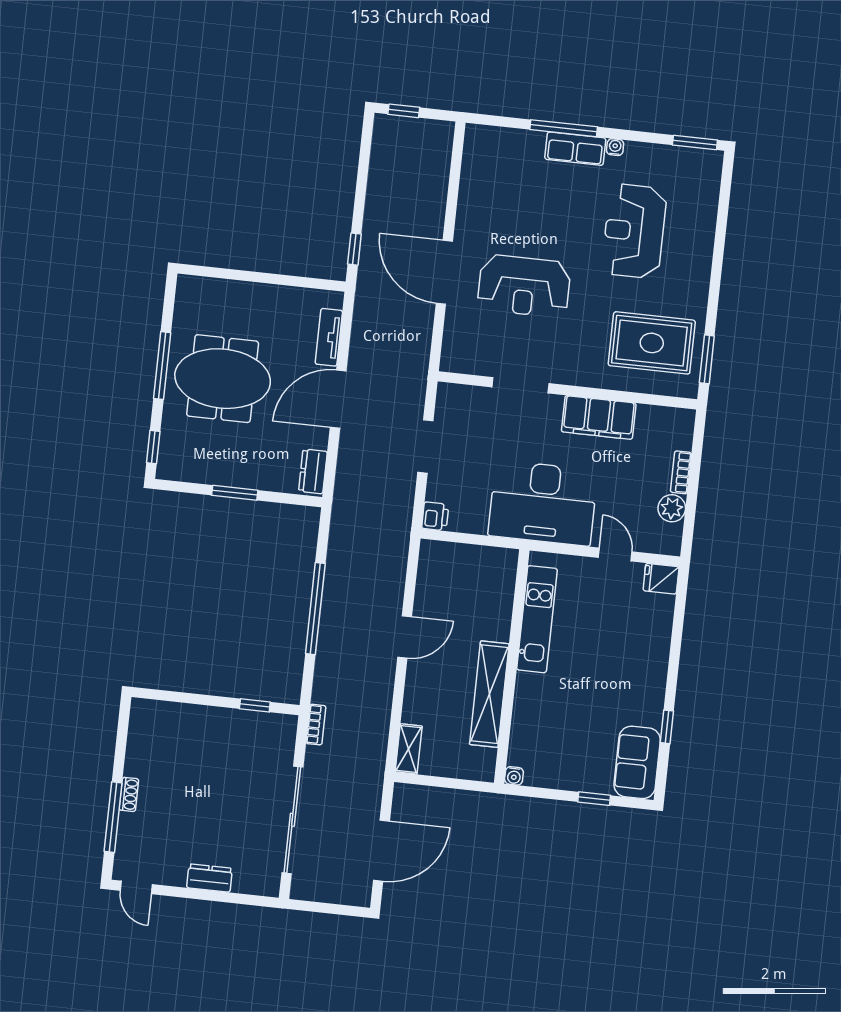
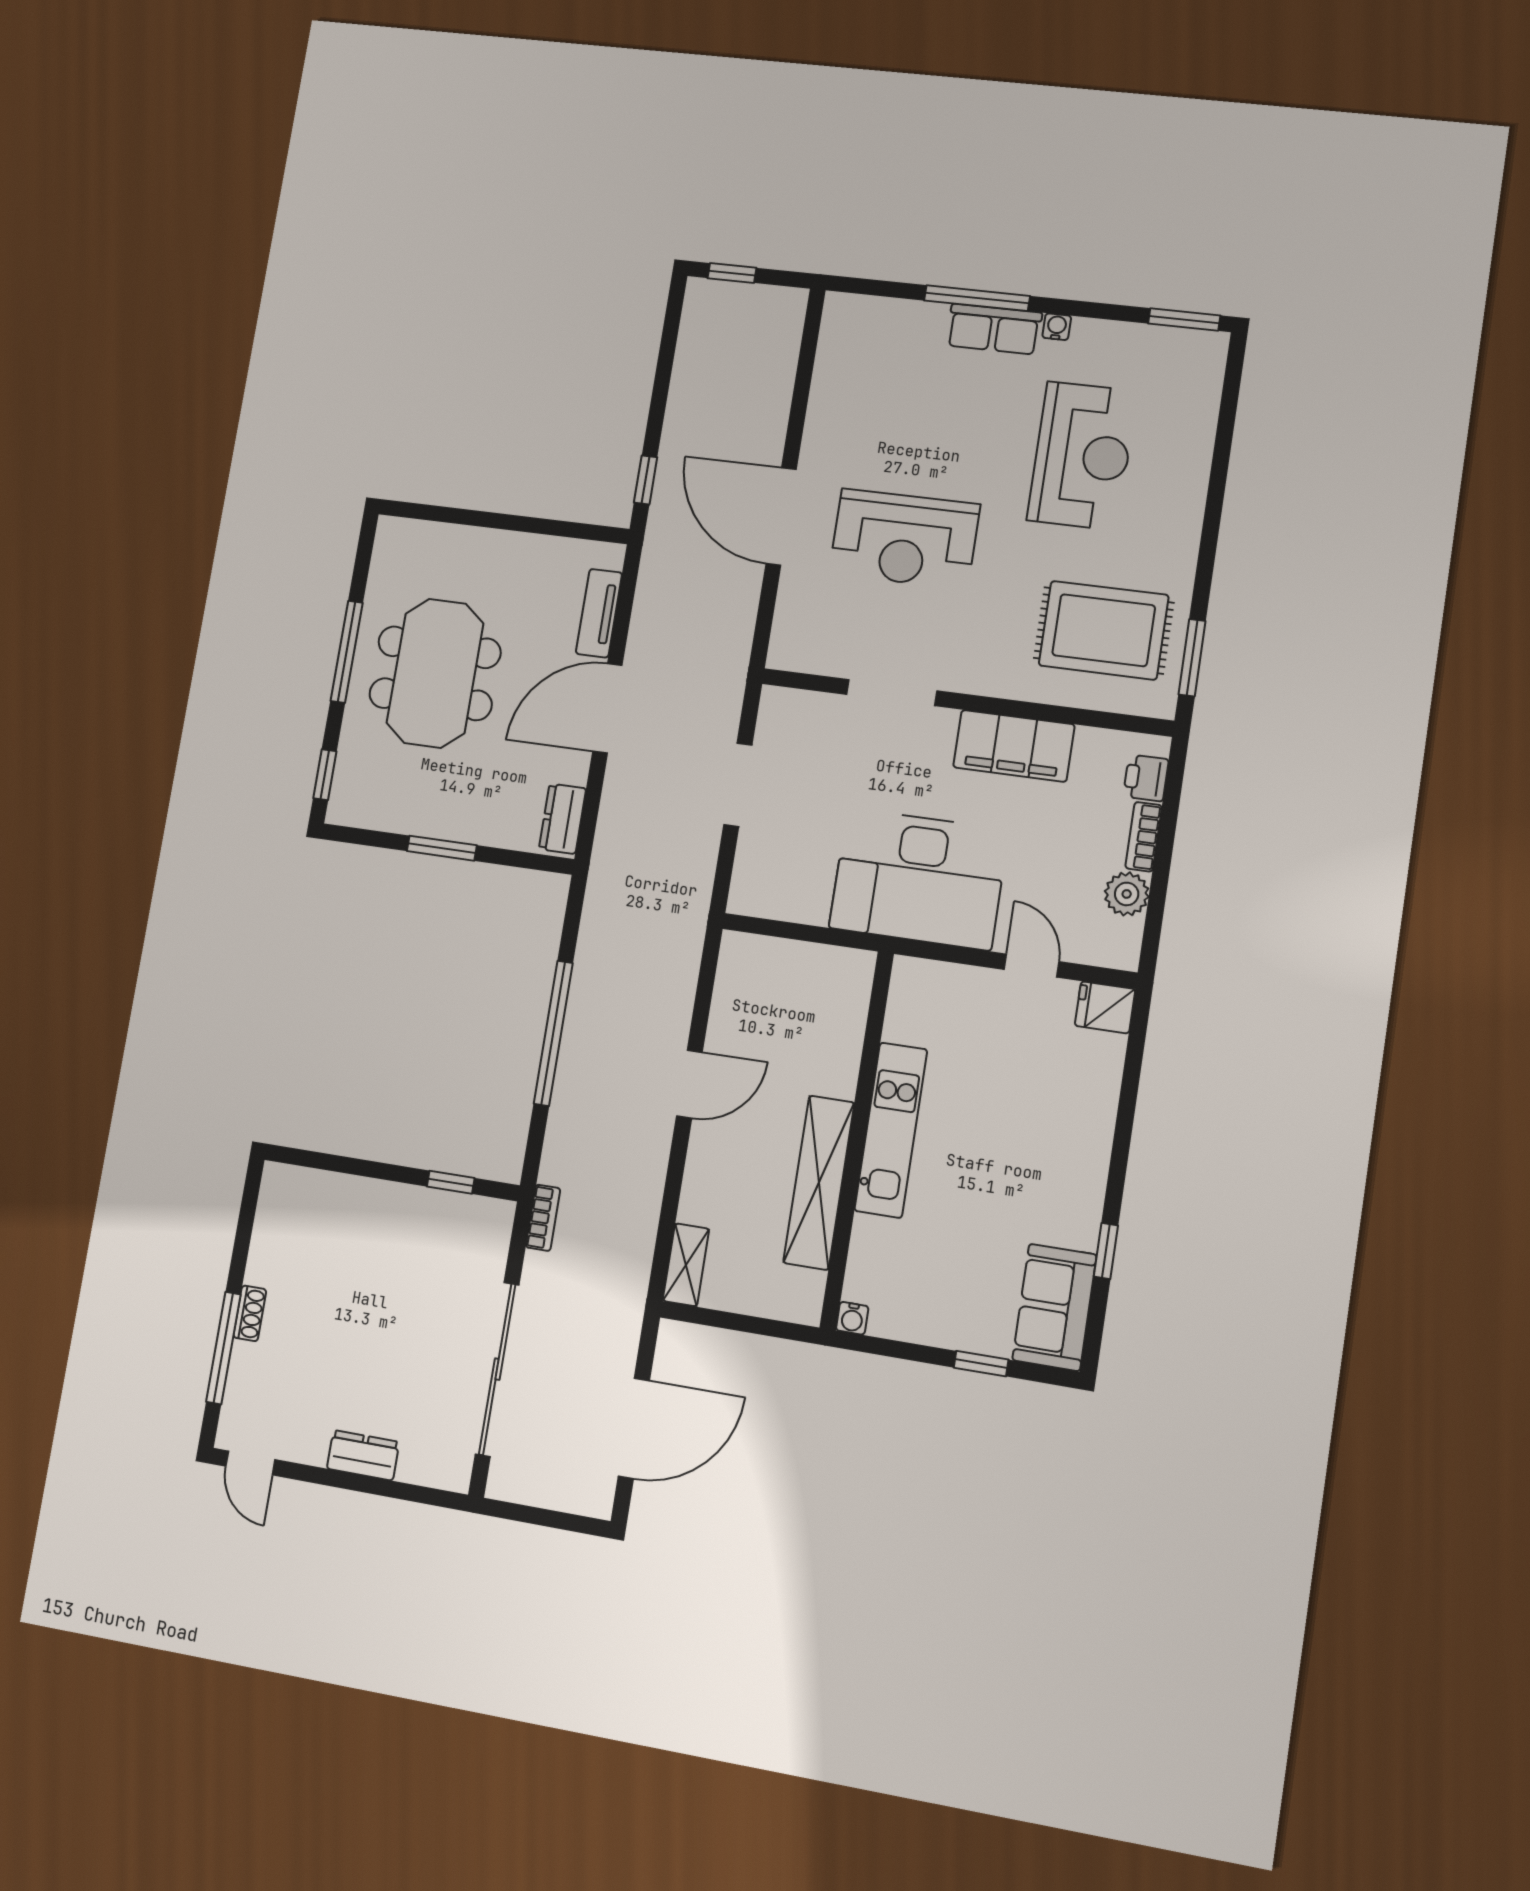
reception desk: (634, 231) -> (1082, 456), turned 180
meeting table: (223, 379) -> (435, 673), turned 90
printer: (435, 516) -> (1146, 778), moved, turned 180
kitchen unit: (537, 619) -> (891, 1130), moved

